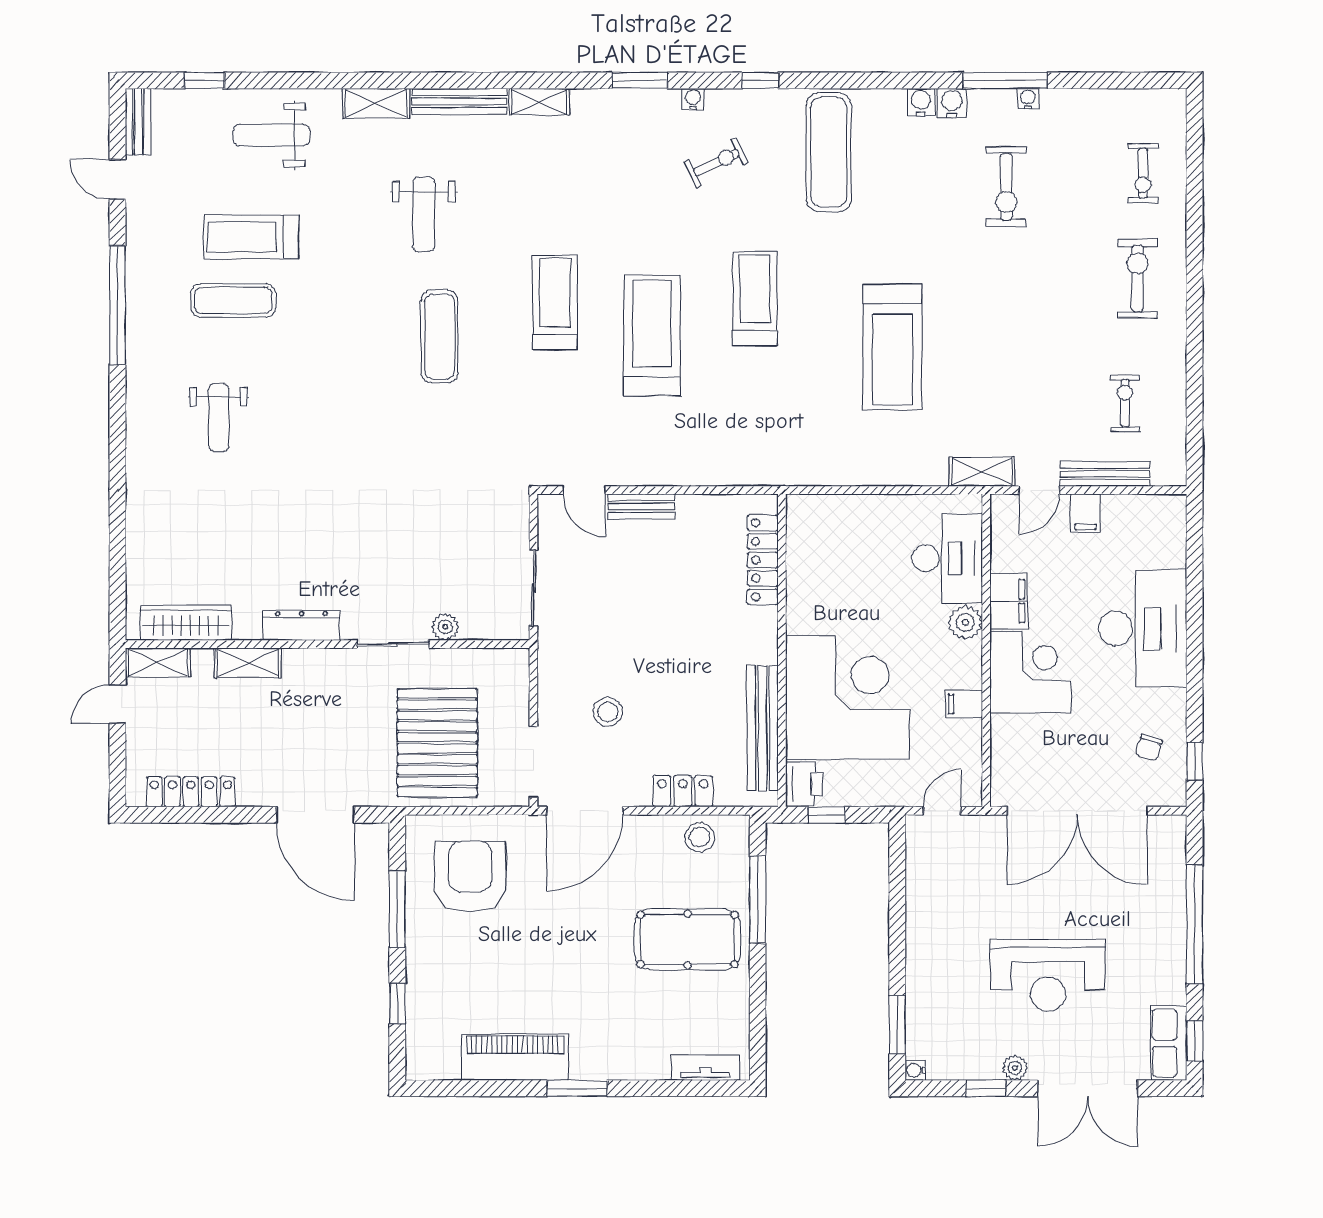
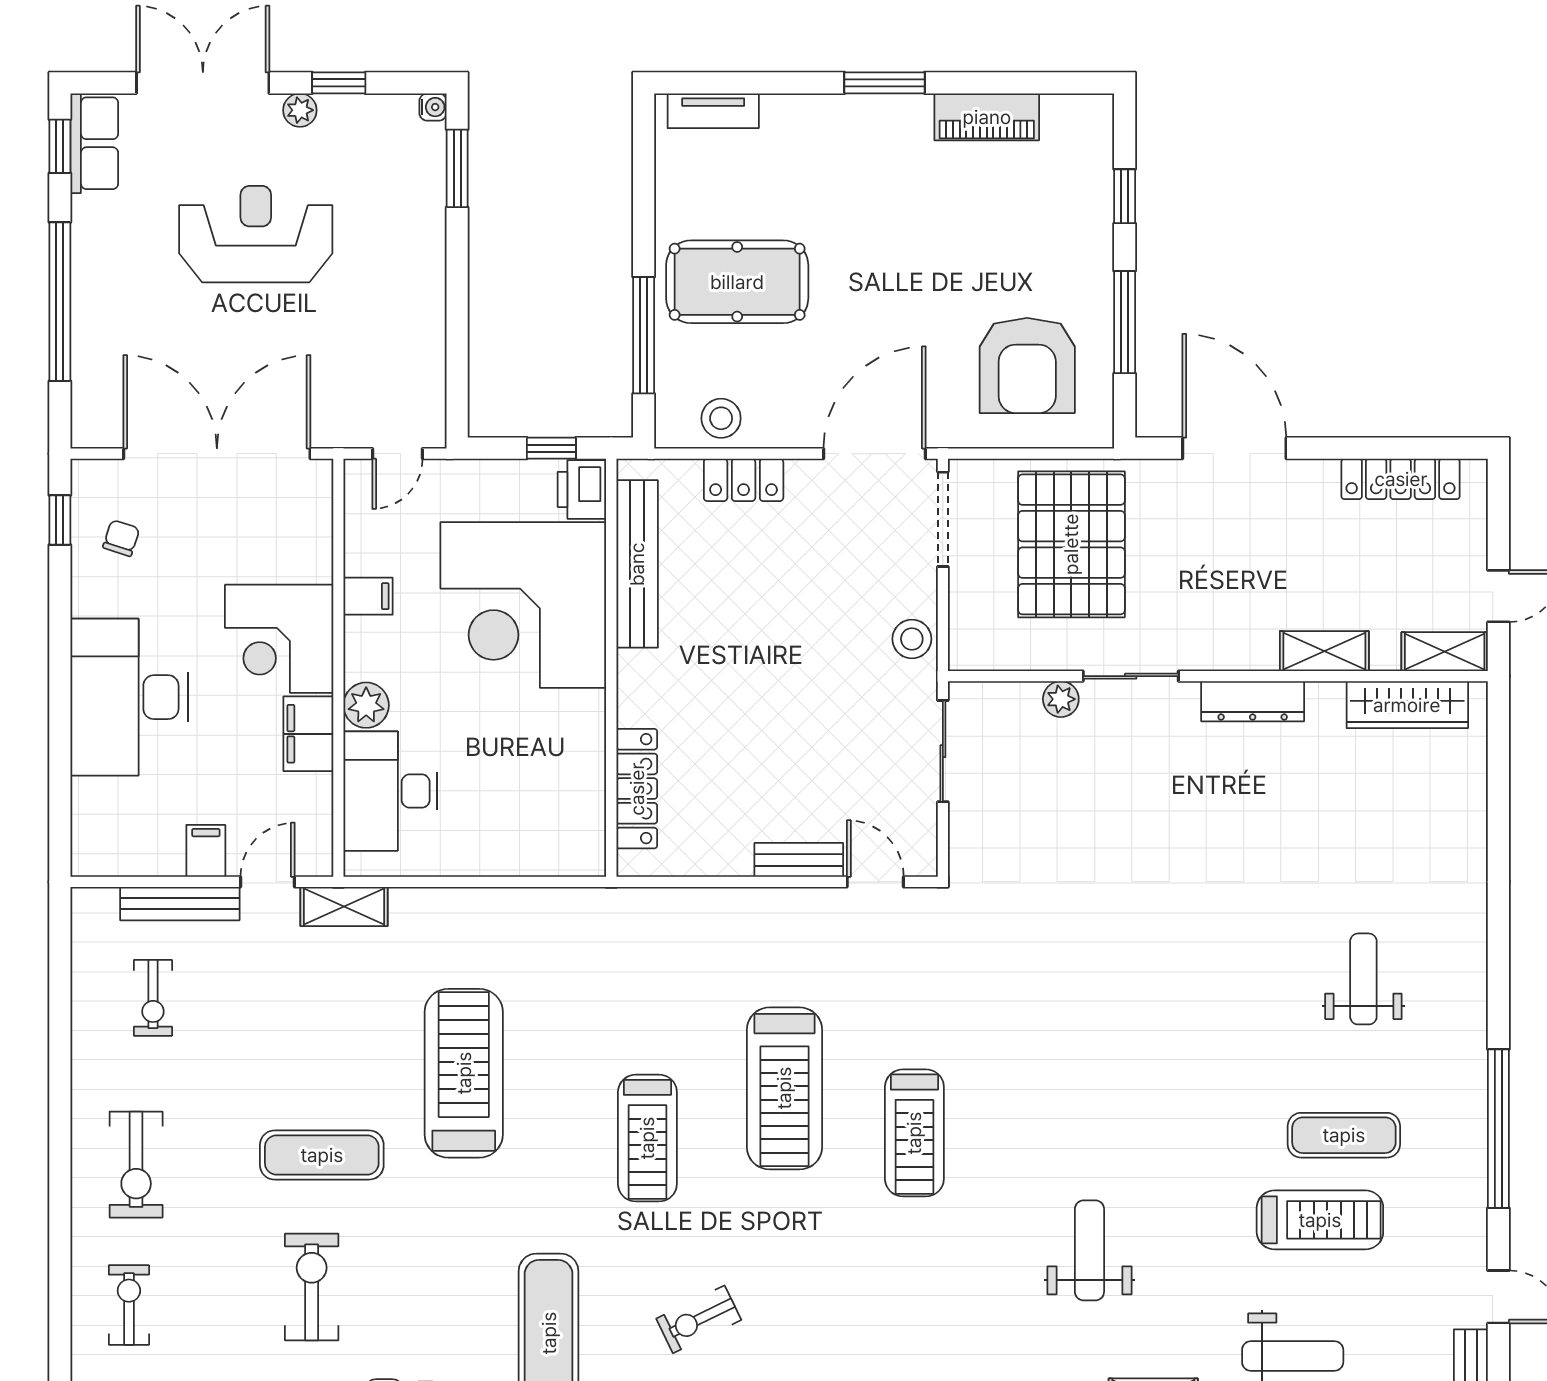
exercise mat: (439, 336) -> (322, 1155), moved, turned 90
stool: (608, 712) -> (912, 639), moved
piano: (515, 1057) -> (987, 117), width x0.73, depth x0.75

